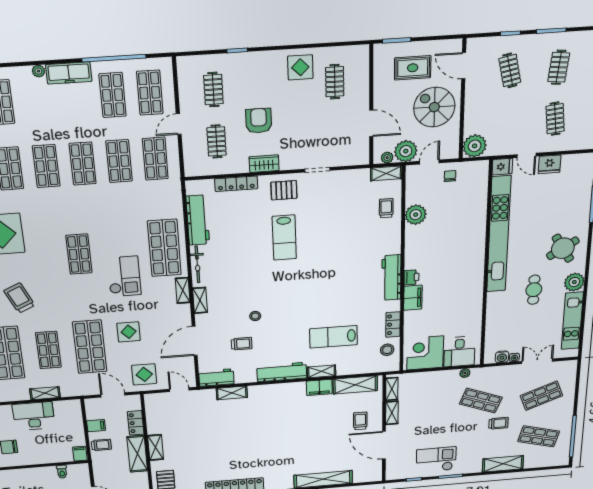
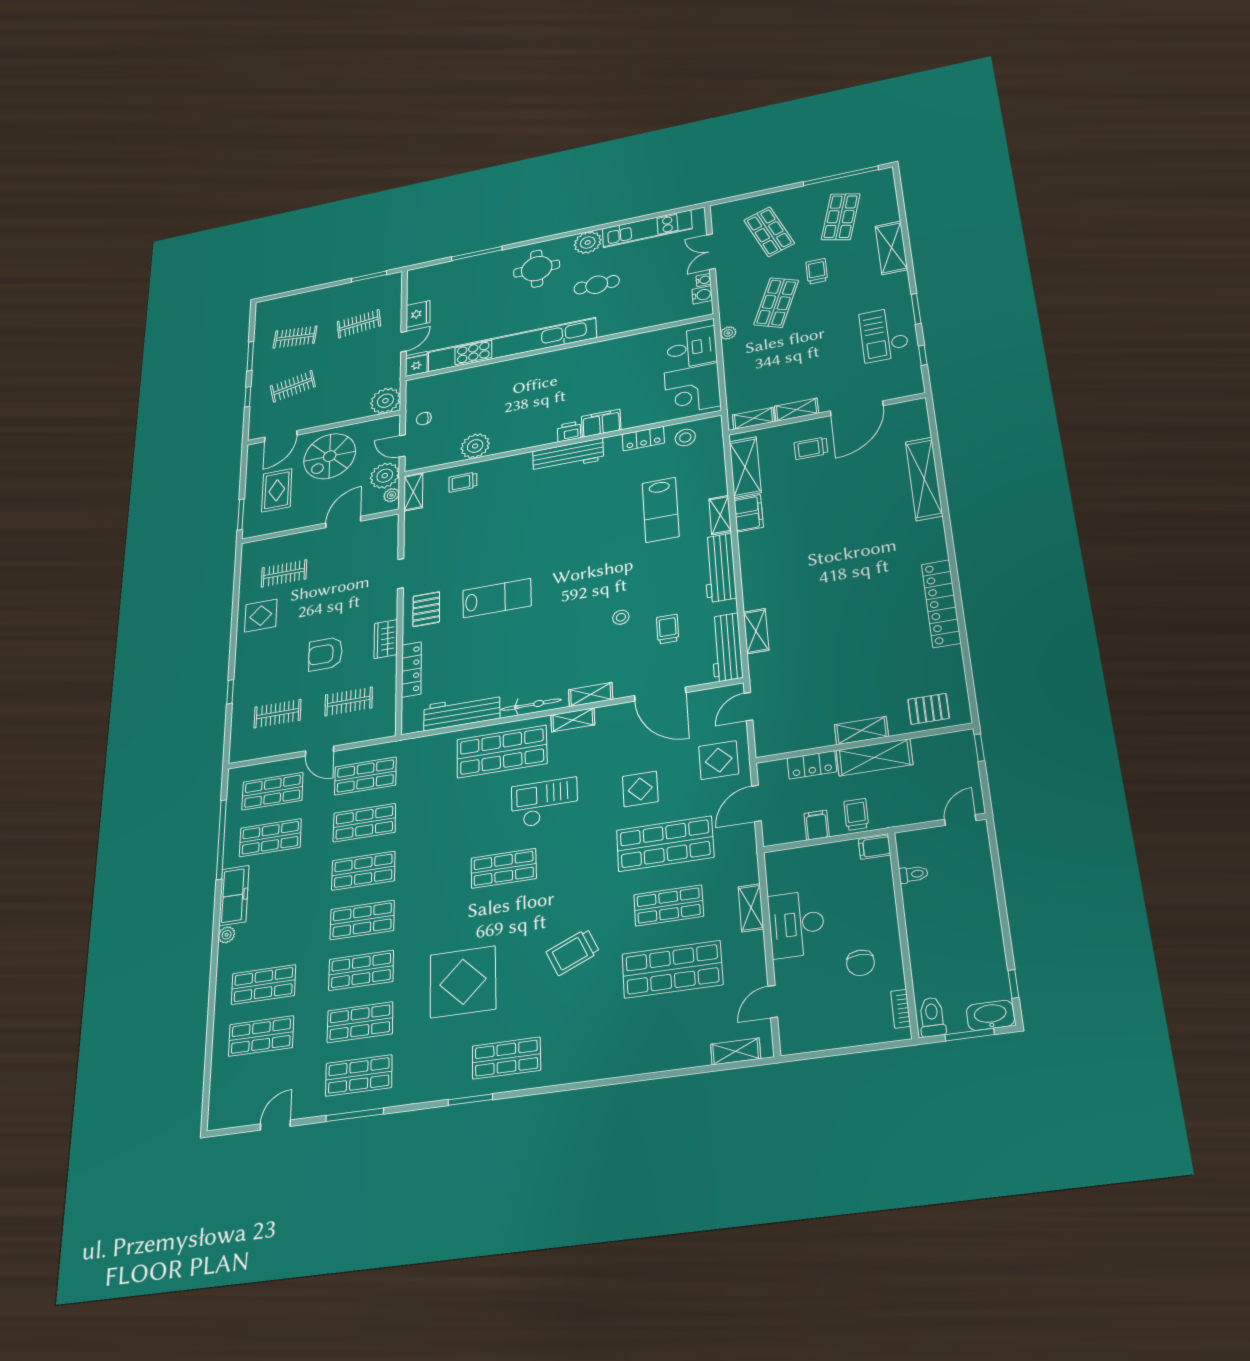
round table: (563, 248) -> (537, 269), turned 31
workbench: (216, 378) -> (726, 647), width x1.38

